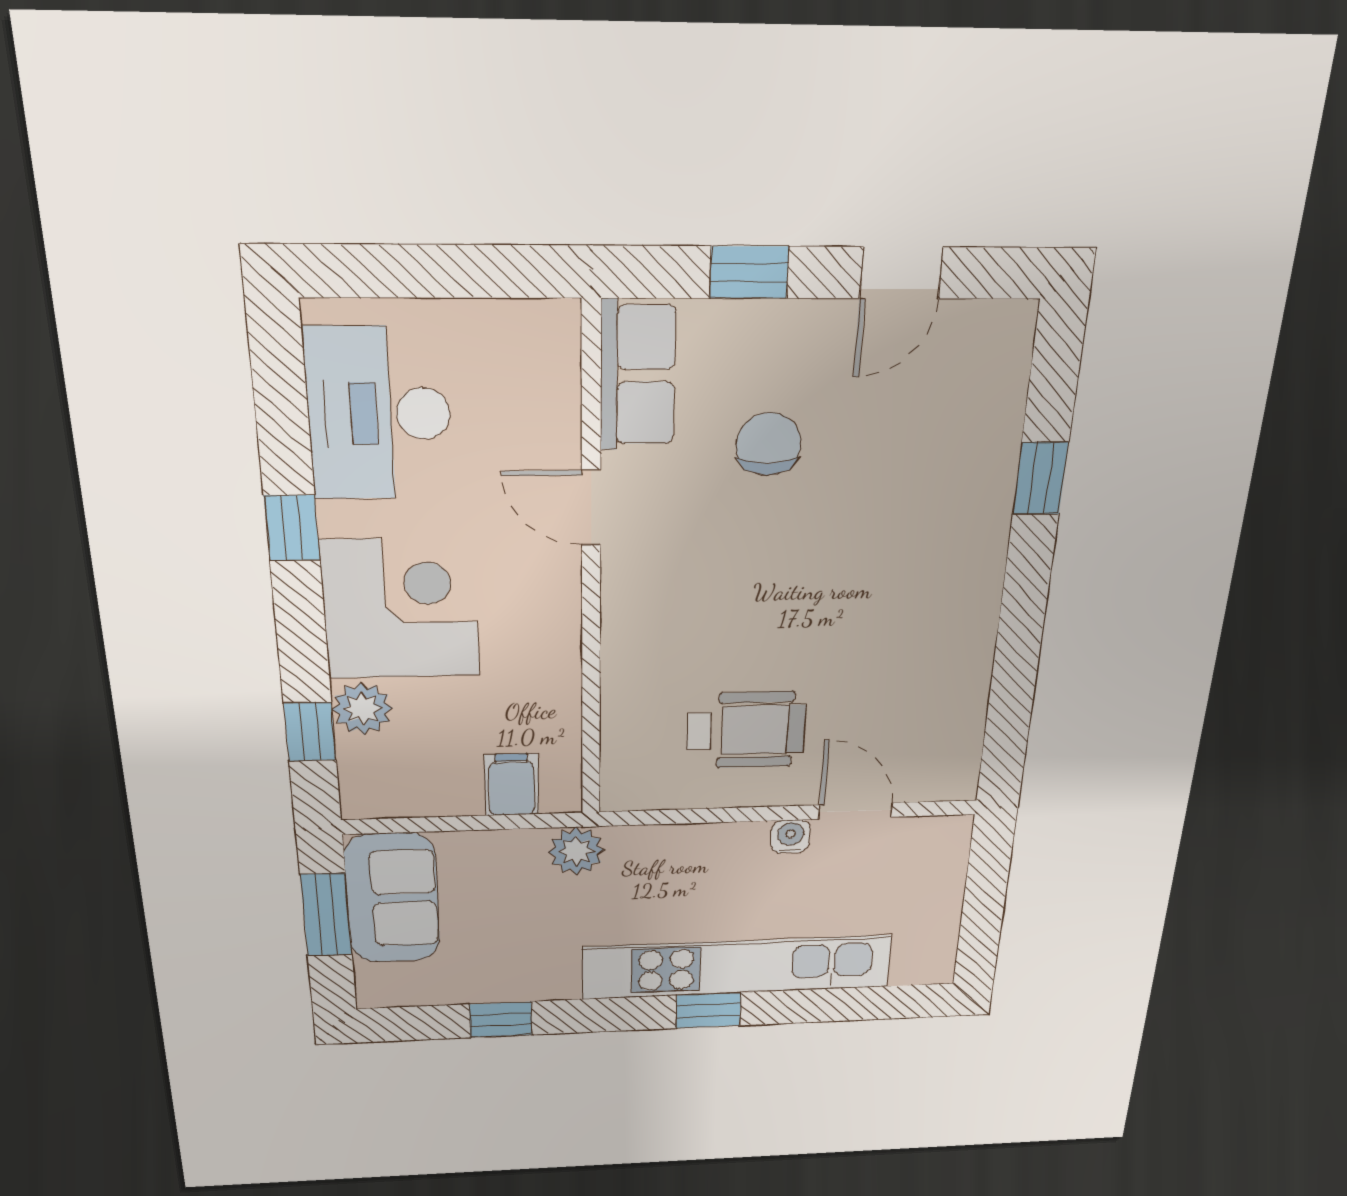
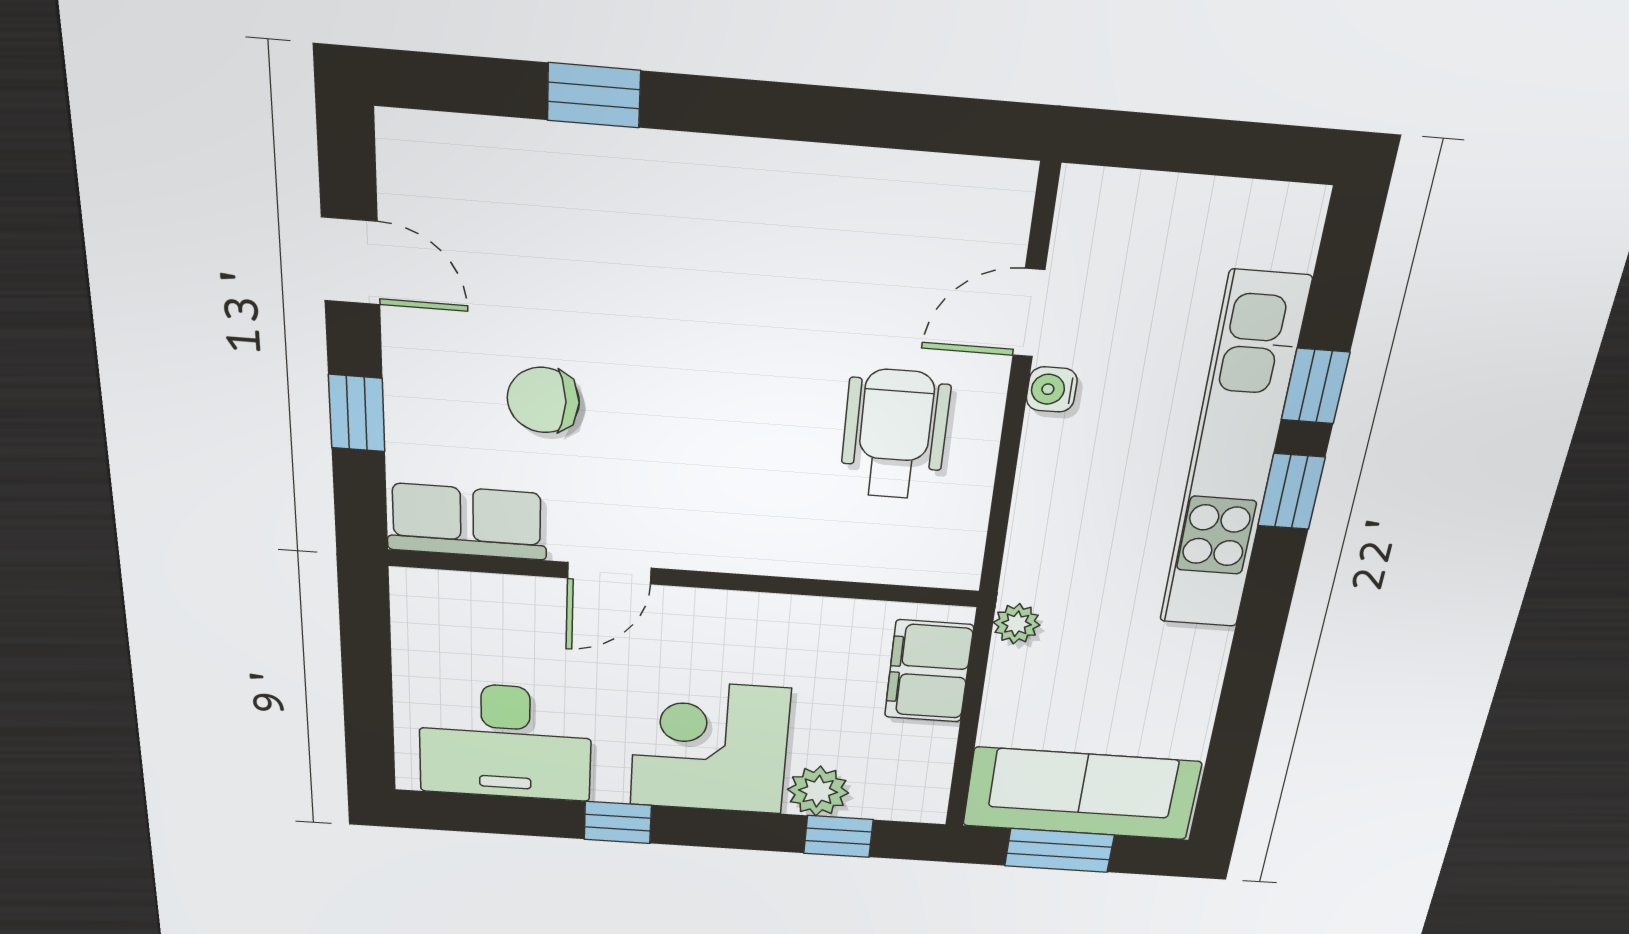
filing cabinet: (512, 785) -> (929, 671), width x2.00
plant: (576, 851) -> (1017, 624), width x0.73, depth x0.73
sofa: (392, 898) -> (1082, 794), width x1.36
window: (501, 1020) -> (1315, 386), moved

